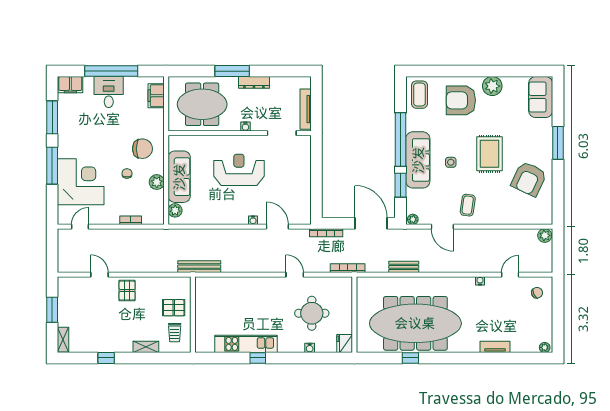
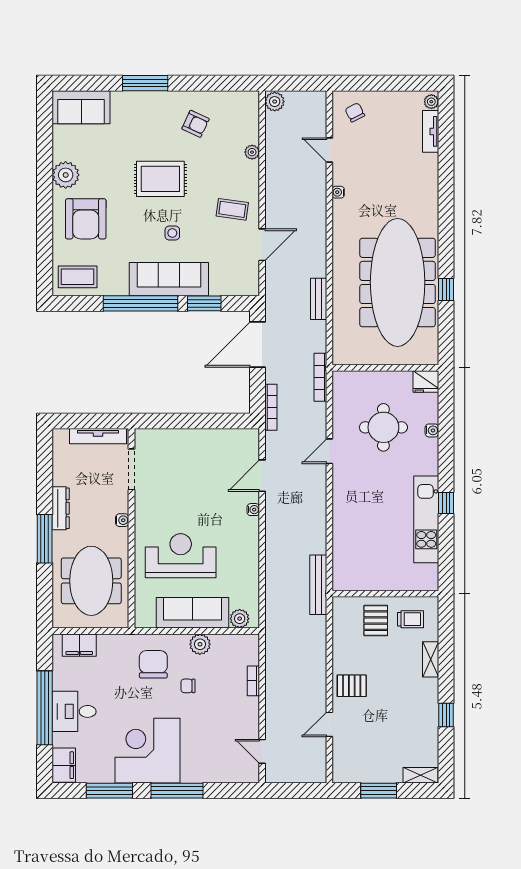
reception desk: (239, 170) -> (181, 556), moved, turned 90
armchair: (529, 179) -> (196, 124), width x0.53, depth x0.53
corner desk: (81, 182) -> (147, 751), moved
plant: (413, 219) -> (252, 152), moved
tv unit: (495, 347) -> (431, 131), moved

